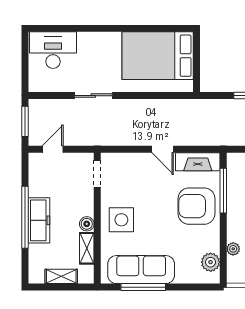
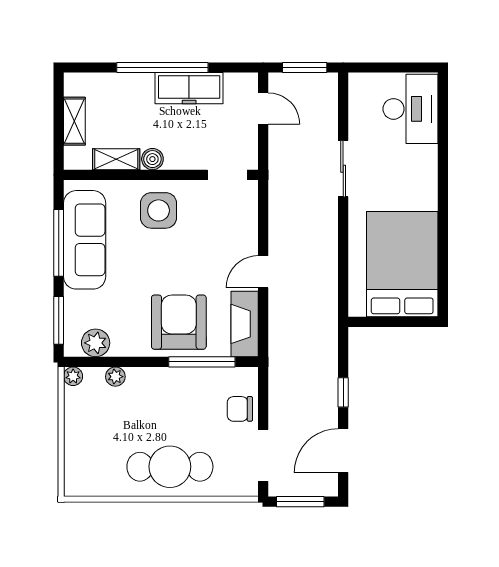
freezer: (39, 220) -> (189, 88), moved
plant: (233, 277) -> (73, 376), added
window: (195, 287) -> (59, 320), added

